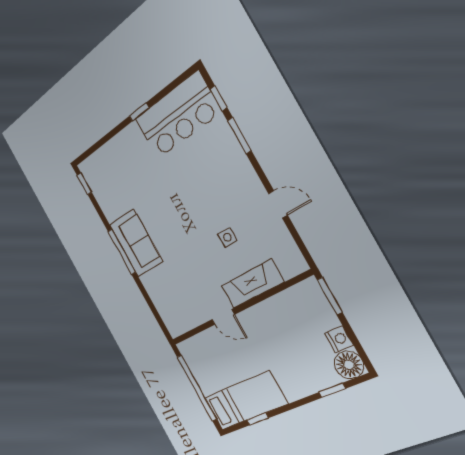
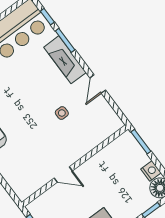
door: (278, 204) -> (98, 84), swing flipped
fireplace: (252, 284) -> (65, 60), moved, turned -90

